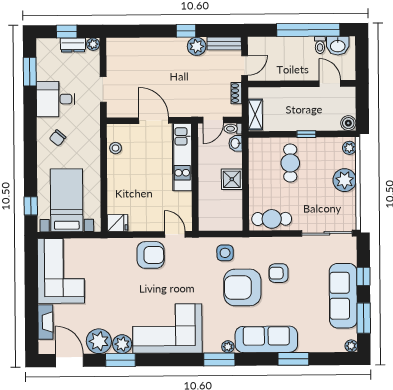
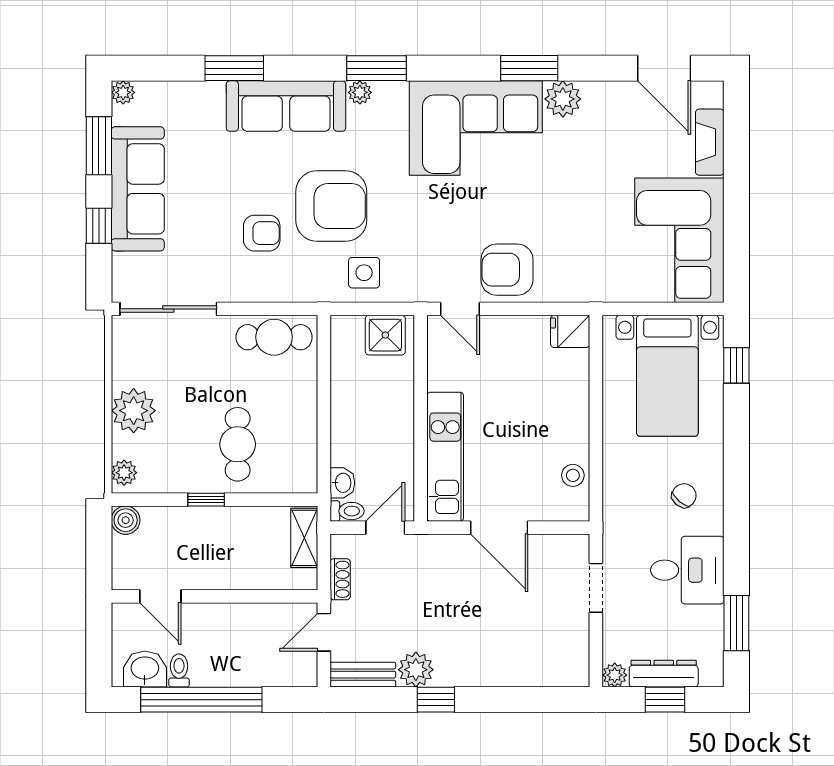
dresser: (73, 45) -> (664, 674), width x1.44
shower: (232, 179) -> (385, 335), moved
plant: (99, 341) -> (607, 105), removed
window: (120, 360) -> (529, 68), moved

